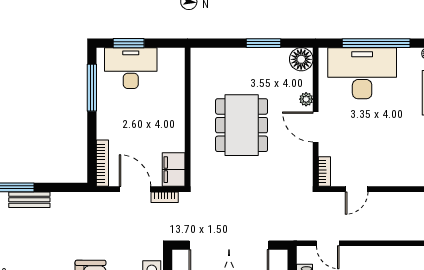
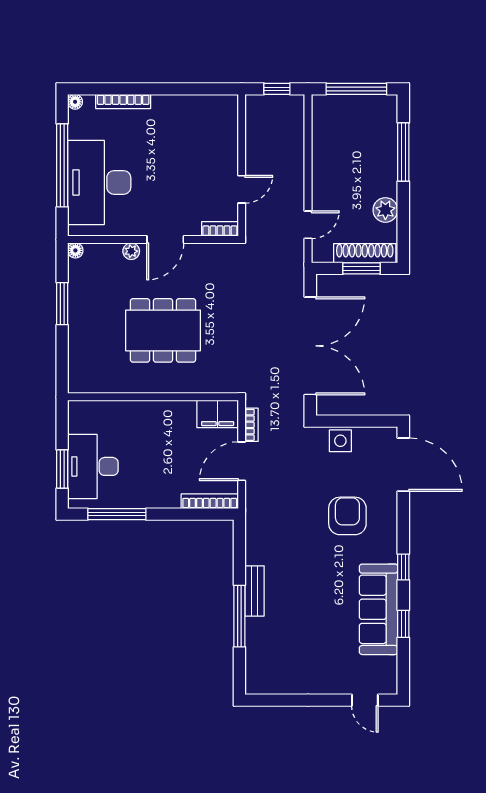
floor lamp: (301, 59) -> (75, 250), width x0.53, depth x0.53
door: (357, 189) -> (242, 189), hinge flipped

